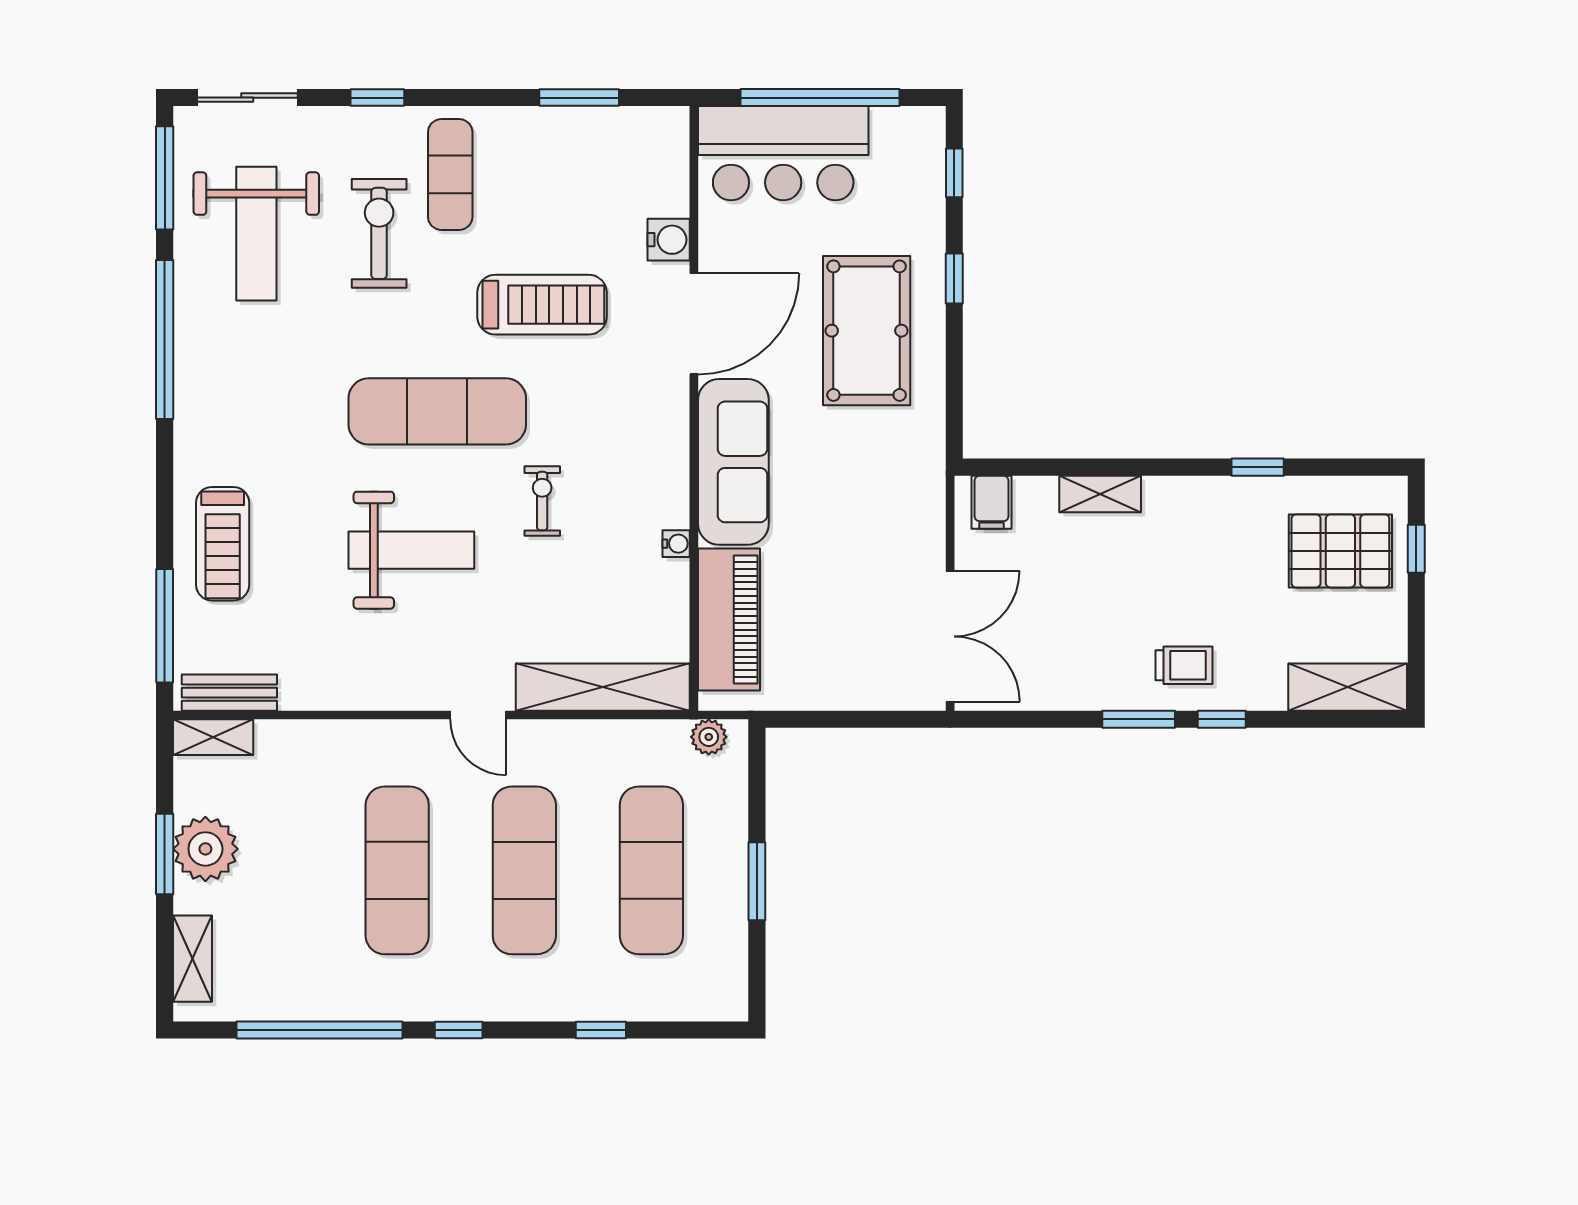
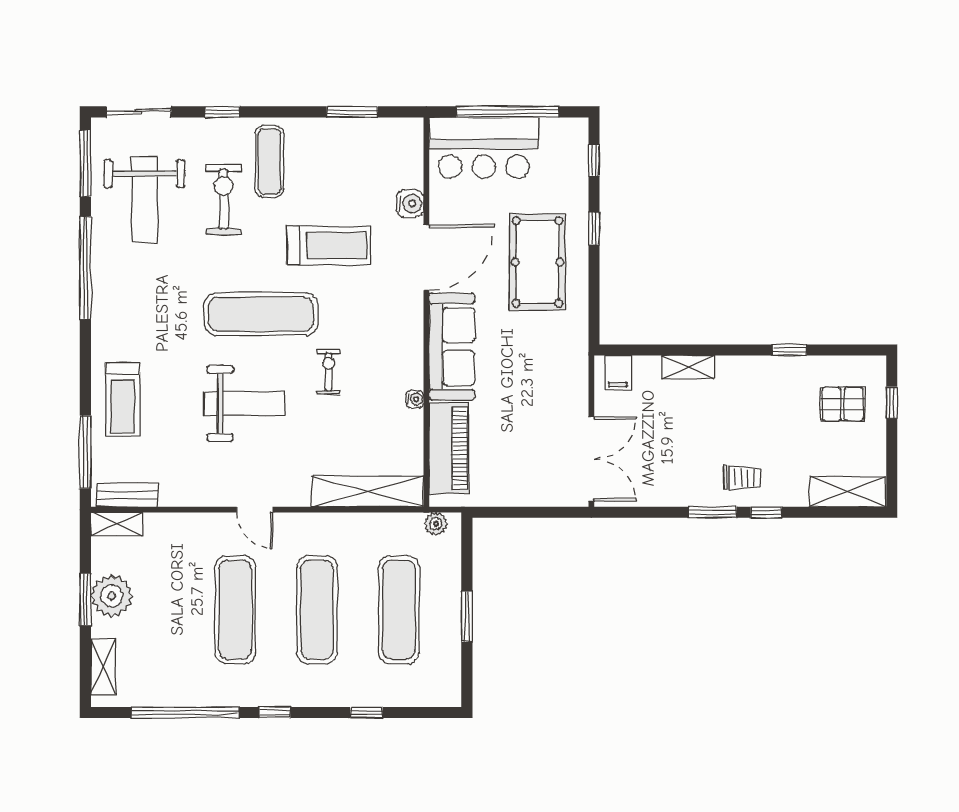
pallet: (1340, 551) -> (843, 404), width x0.67, depth x0.71
door: (478, 715) -> (255, 510), moved

